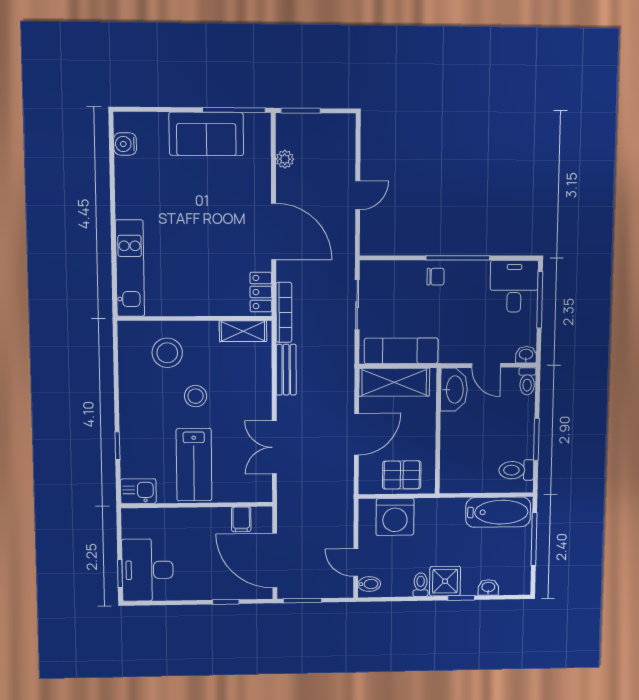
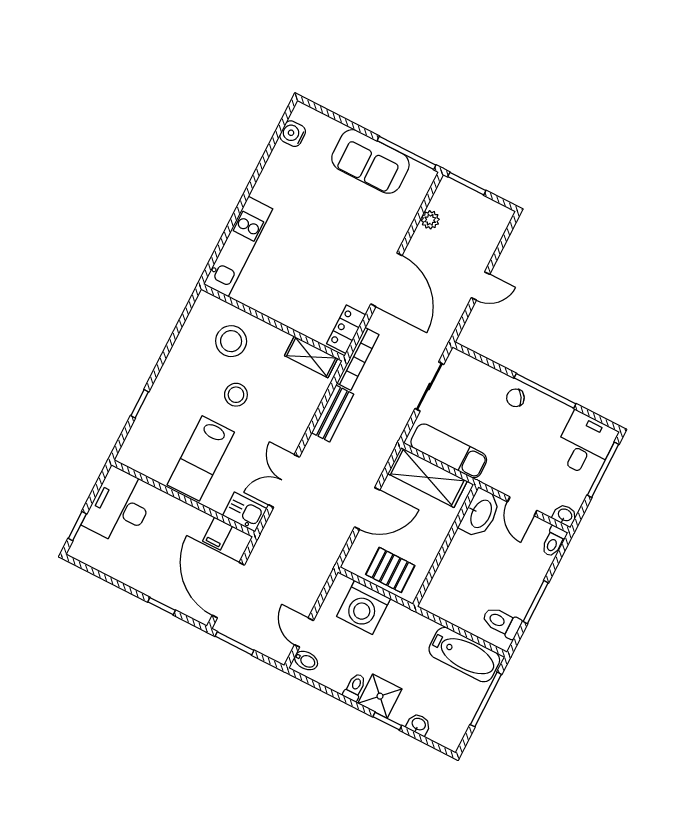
chair: (436, 277) -> (515, 398), turned 149
kitchen sink: (138, 491) -> (245, 512), moved
desk: (148, 570) -> (120, 507), moved

